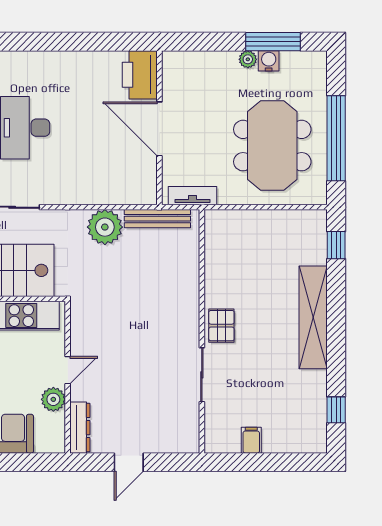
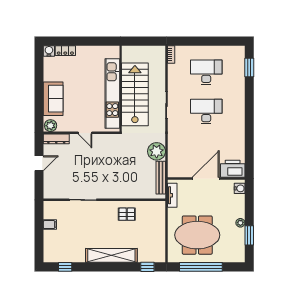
window: (273, 42) -> (249, 235), width x0.69
water cooler: (269, 61) -> (240, 188), moved
pallet: (221, 326) -> (127, 214), moved
plant: (53, 399) -> (51, 126), moved
door: (129, 462) -> (39, 163), swing flipped

